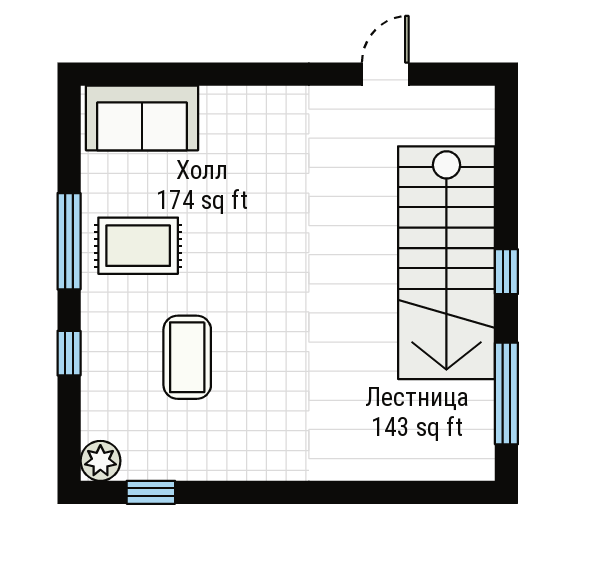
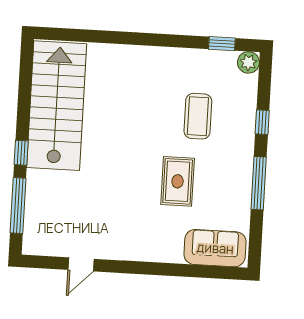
rug: (138, 246) -> (178, 181), moved, turned 90
stairs: (446, 263) -> (57, 106), moved
window: (506, 393) -> (18, 206), moved

